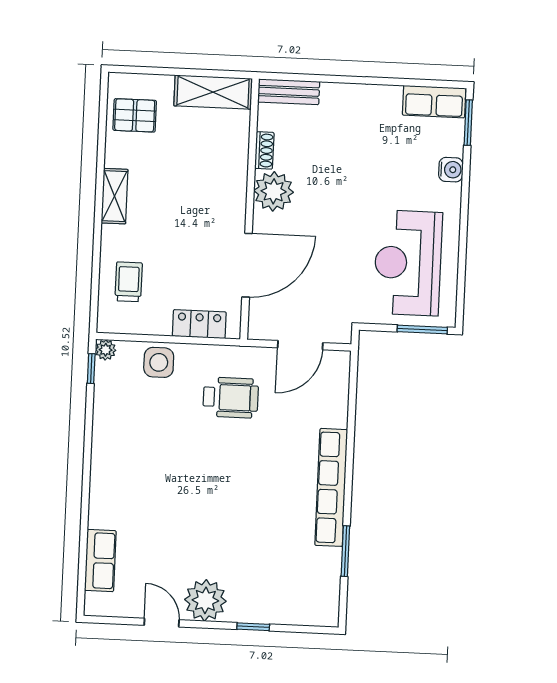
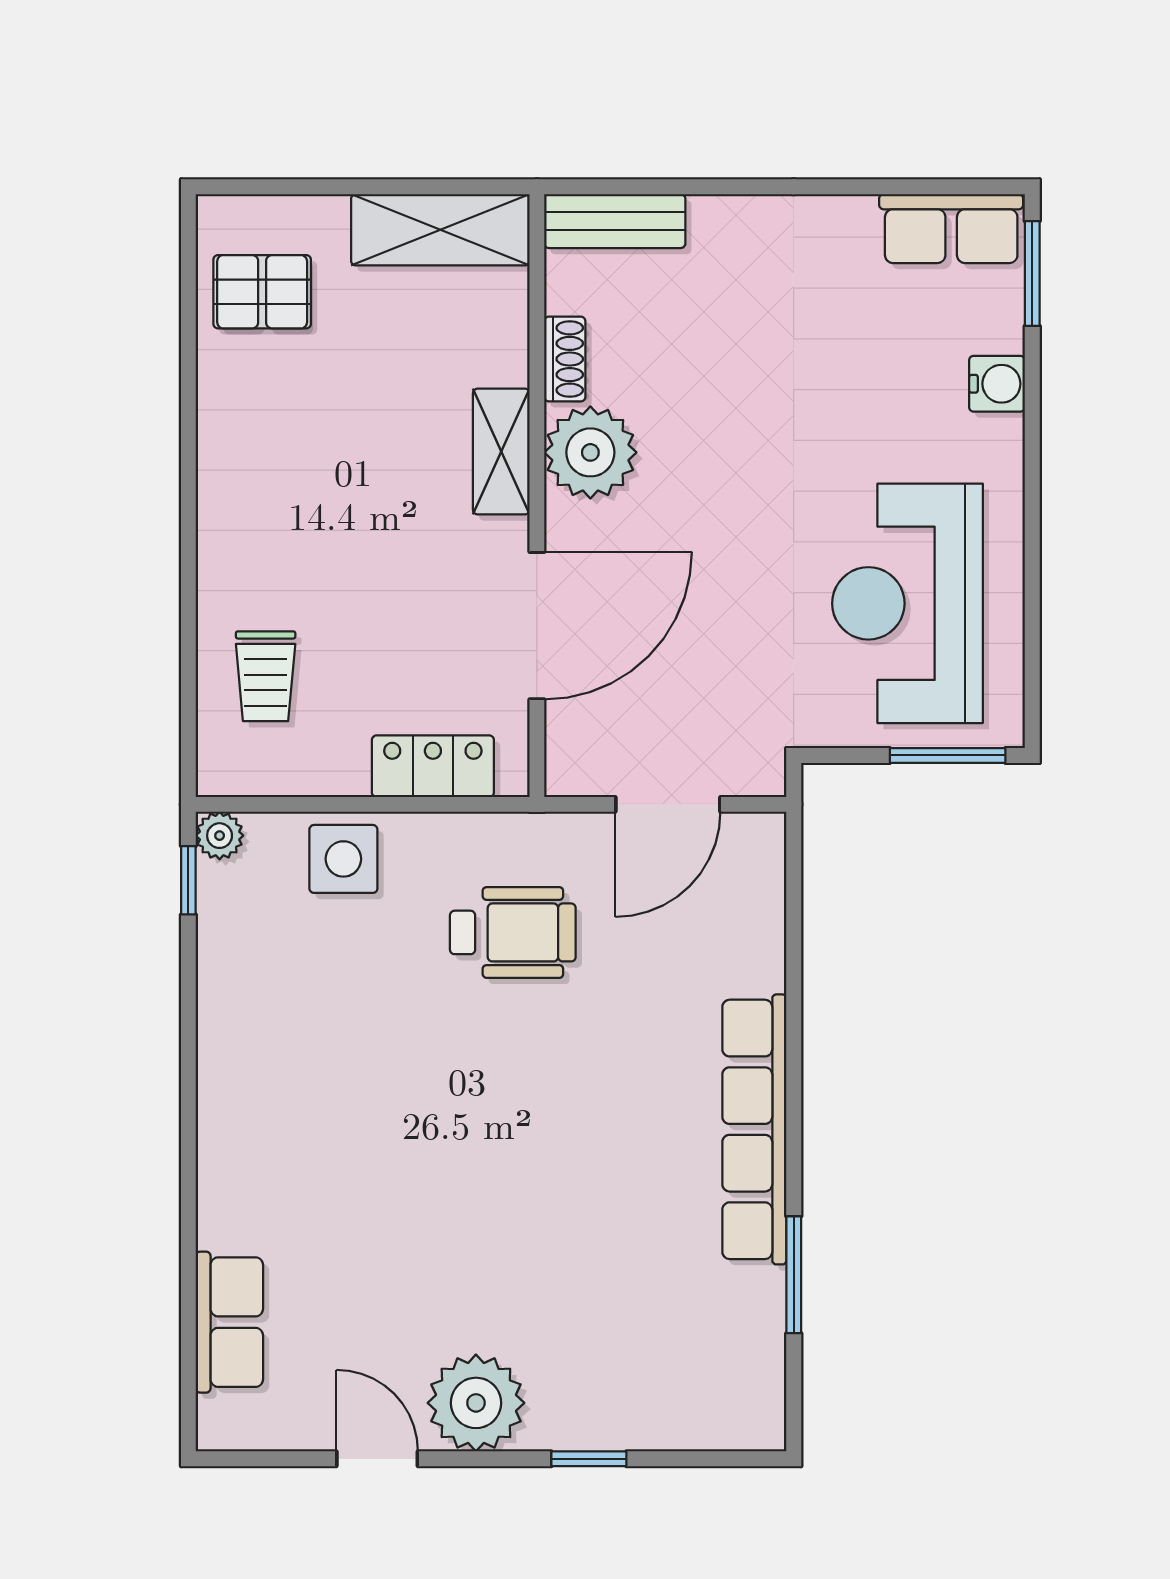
shelving: (114, 196) -> (501, 452), moved
trolley: (129, 282) -> (266, 676), turned 180

